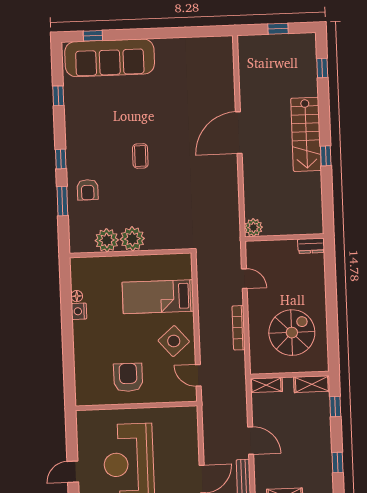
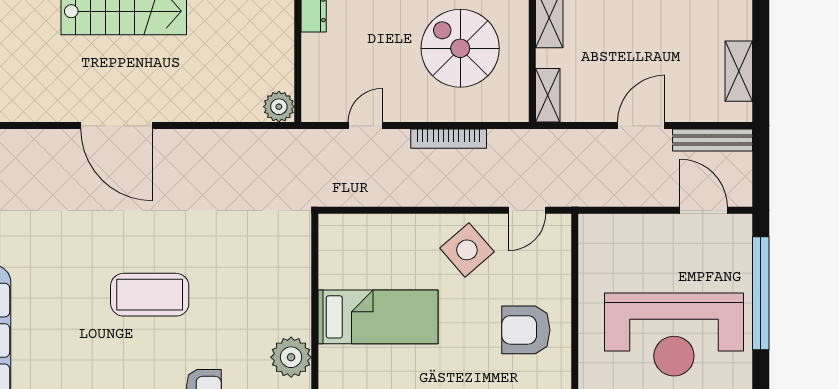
coffee table: (140, 156) -> (150, 295), width x1.86, depth x1.72
plant: (132, 239) -> (290, 314), removed
bed: (158, 297) -> (378, 317), moved, turned -90

